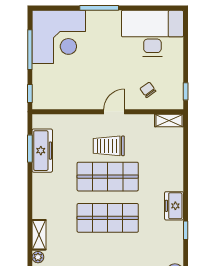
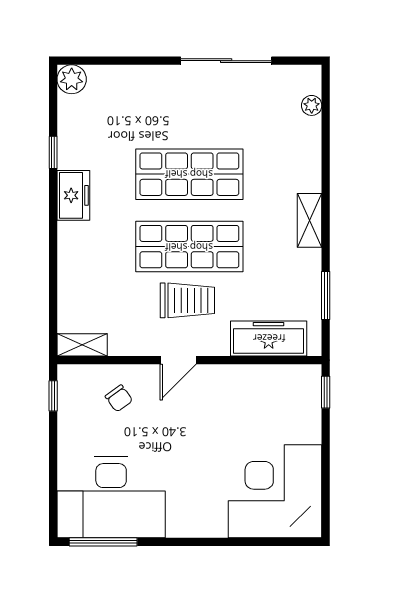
window: (99, 8) -> (103, 542), moved
window: (30, 50) -> (326, 469), removed
freezer: (42, 151) -> (269, 338), moved, turned 90
shelving: (39, 235) -> (310, 220), moved

